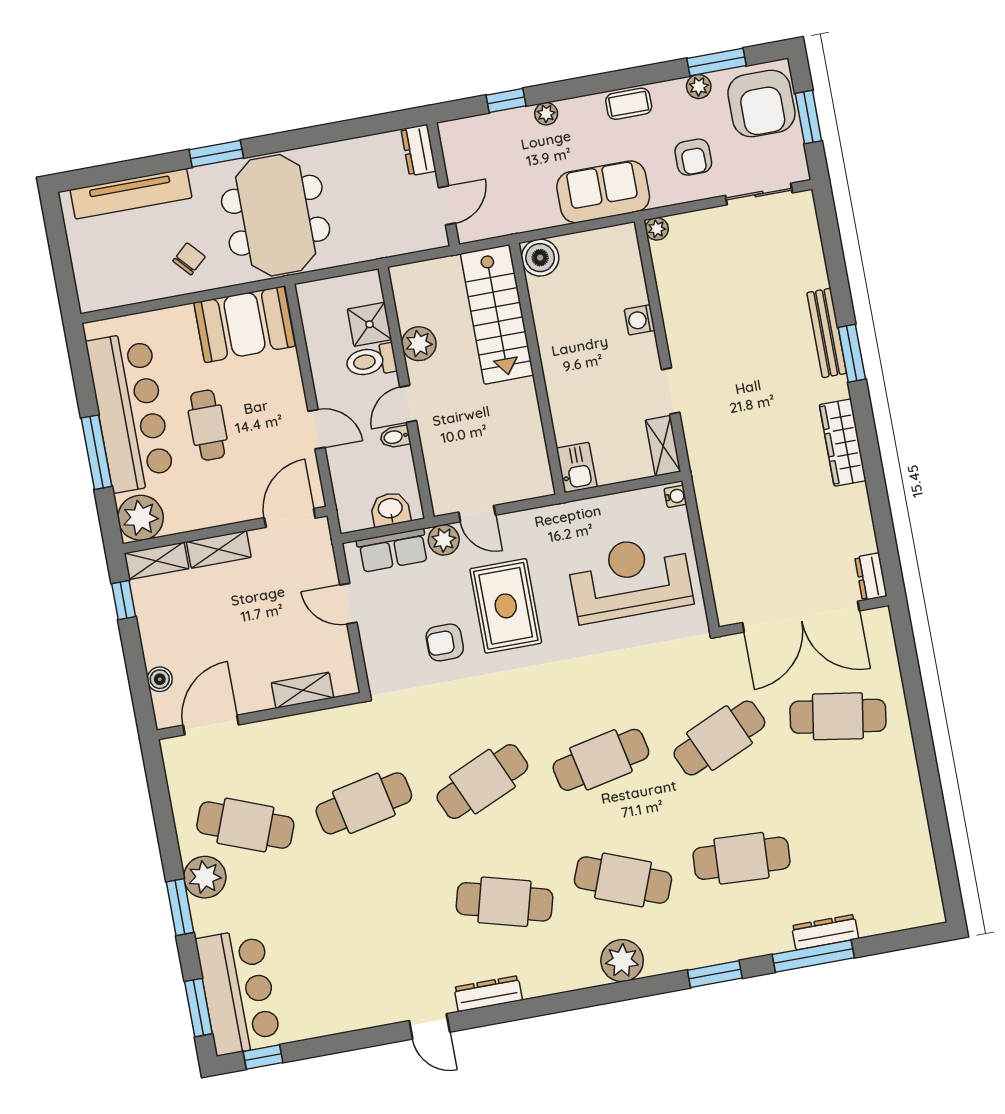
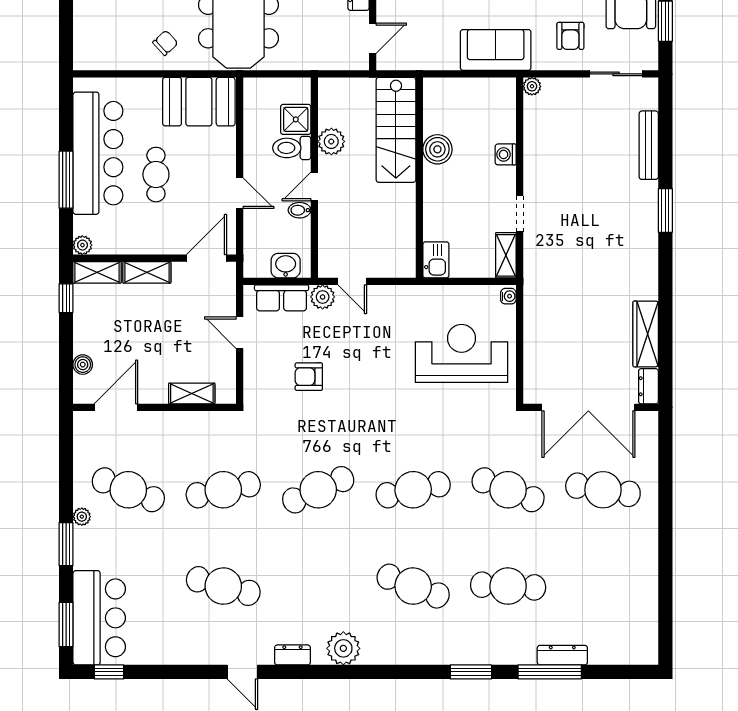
boiler: (540, 258) -> (437, 149), moved
bench: (827, 333) -> (649, 145), moved
wardrobe: (843, 443) -> (646, 334), moved
plant: (141, 518) -> (82, 245), width x0.53, depth x0.53
rug: (506, 606) -> (361, 357), removed
cafe table: (719, 738) -> (508, 490), turned 45
plant: (205, 877) -> (82, 517), width x0.53, depth x0.53
cafe table: (504, 902) -> (223, 586), moved
plant: (622, 961) -> (343, 648), moved
dresser: (488, 994) -> (292, 655), width x0.70

